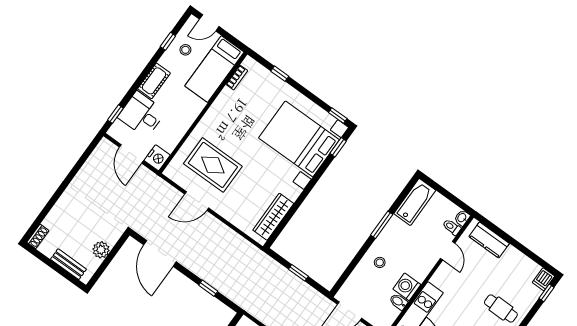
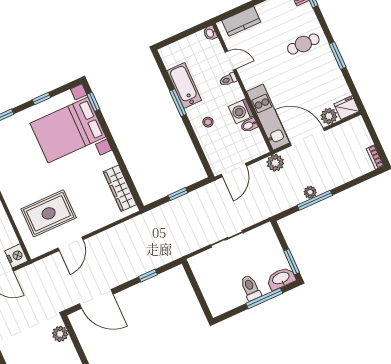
window: (338, 116) -> (41, 99), moved
bathtub: (415, 202) -> (184, 86), moved
toilet: (452, 227) -> (228, 80), moved
plant: (101, 250) -> (60, 334), moved

